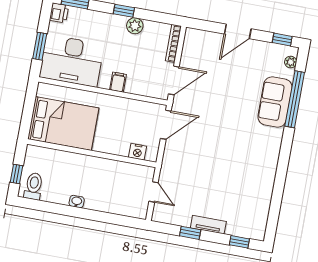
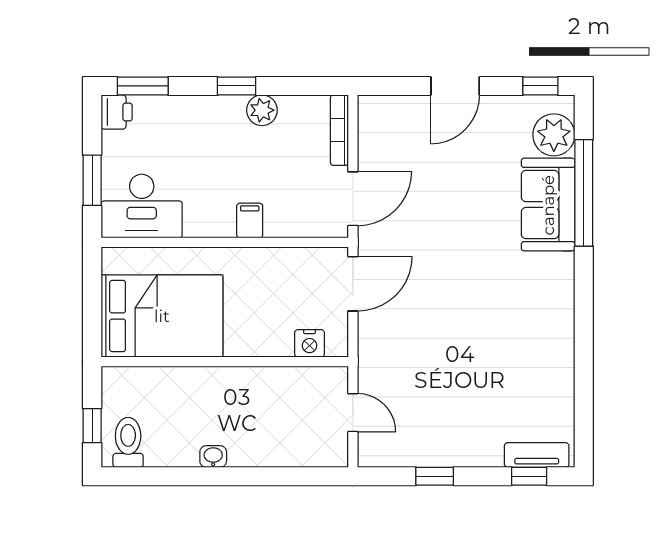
desk: (72, 61) -> (142, 206), width x0.73, depth x0.77
plant: (291, 62) -> (554, 135), width x1.87, depth x1.87
tv unit: (208, 225) -> (537, 455), moved

